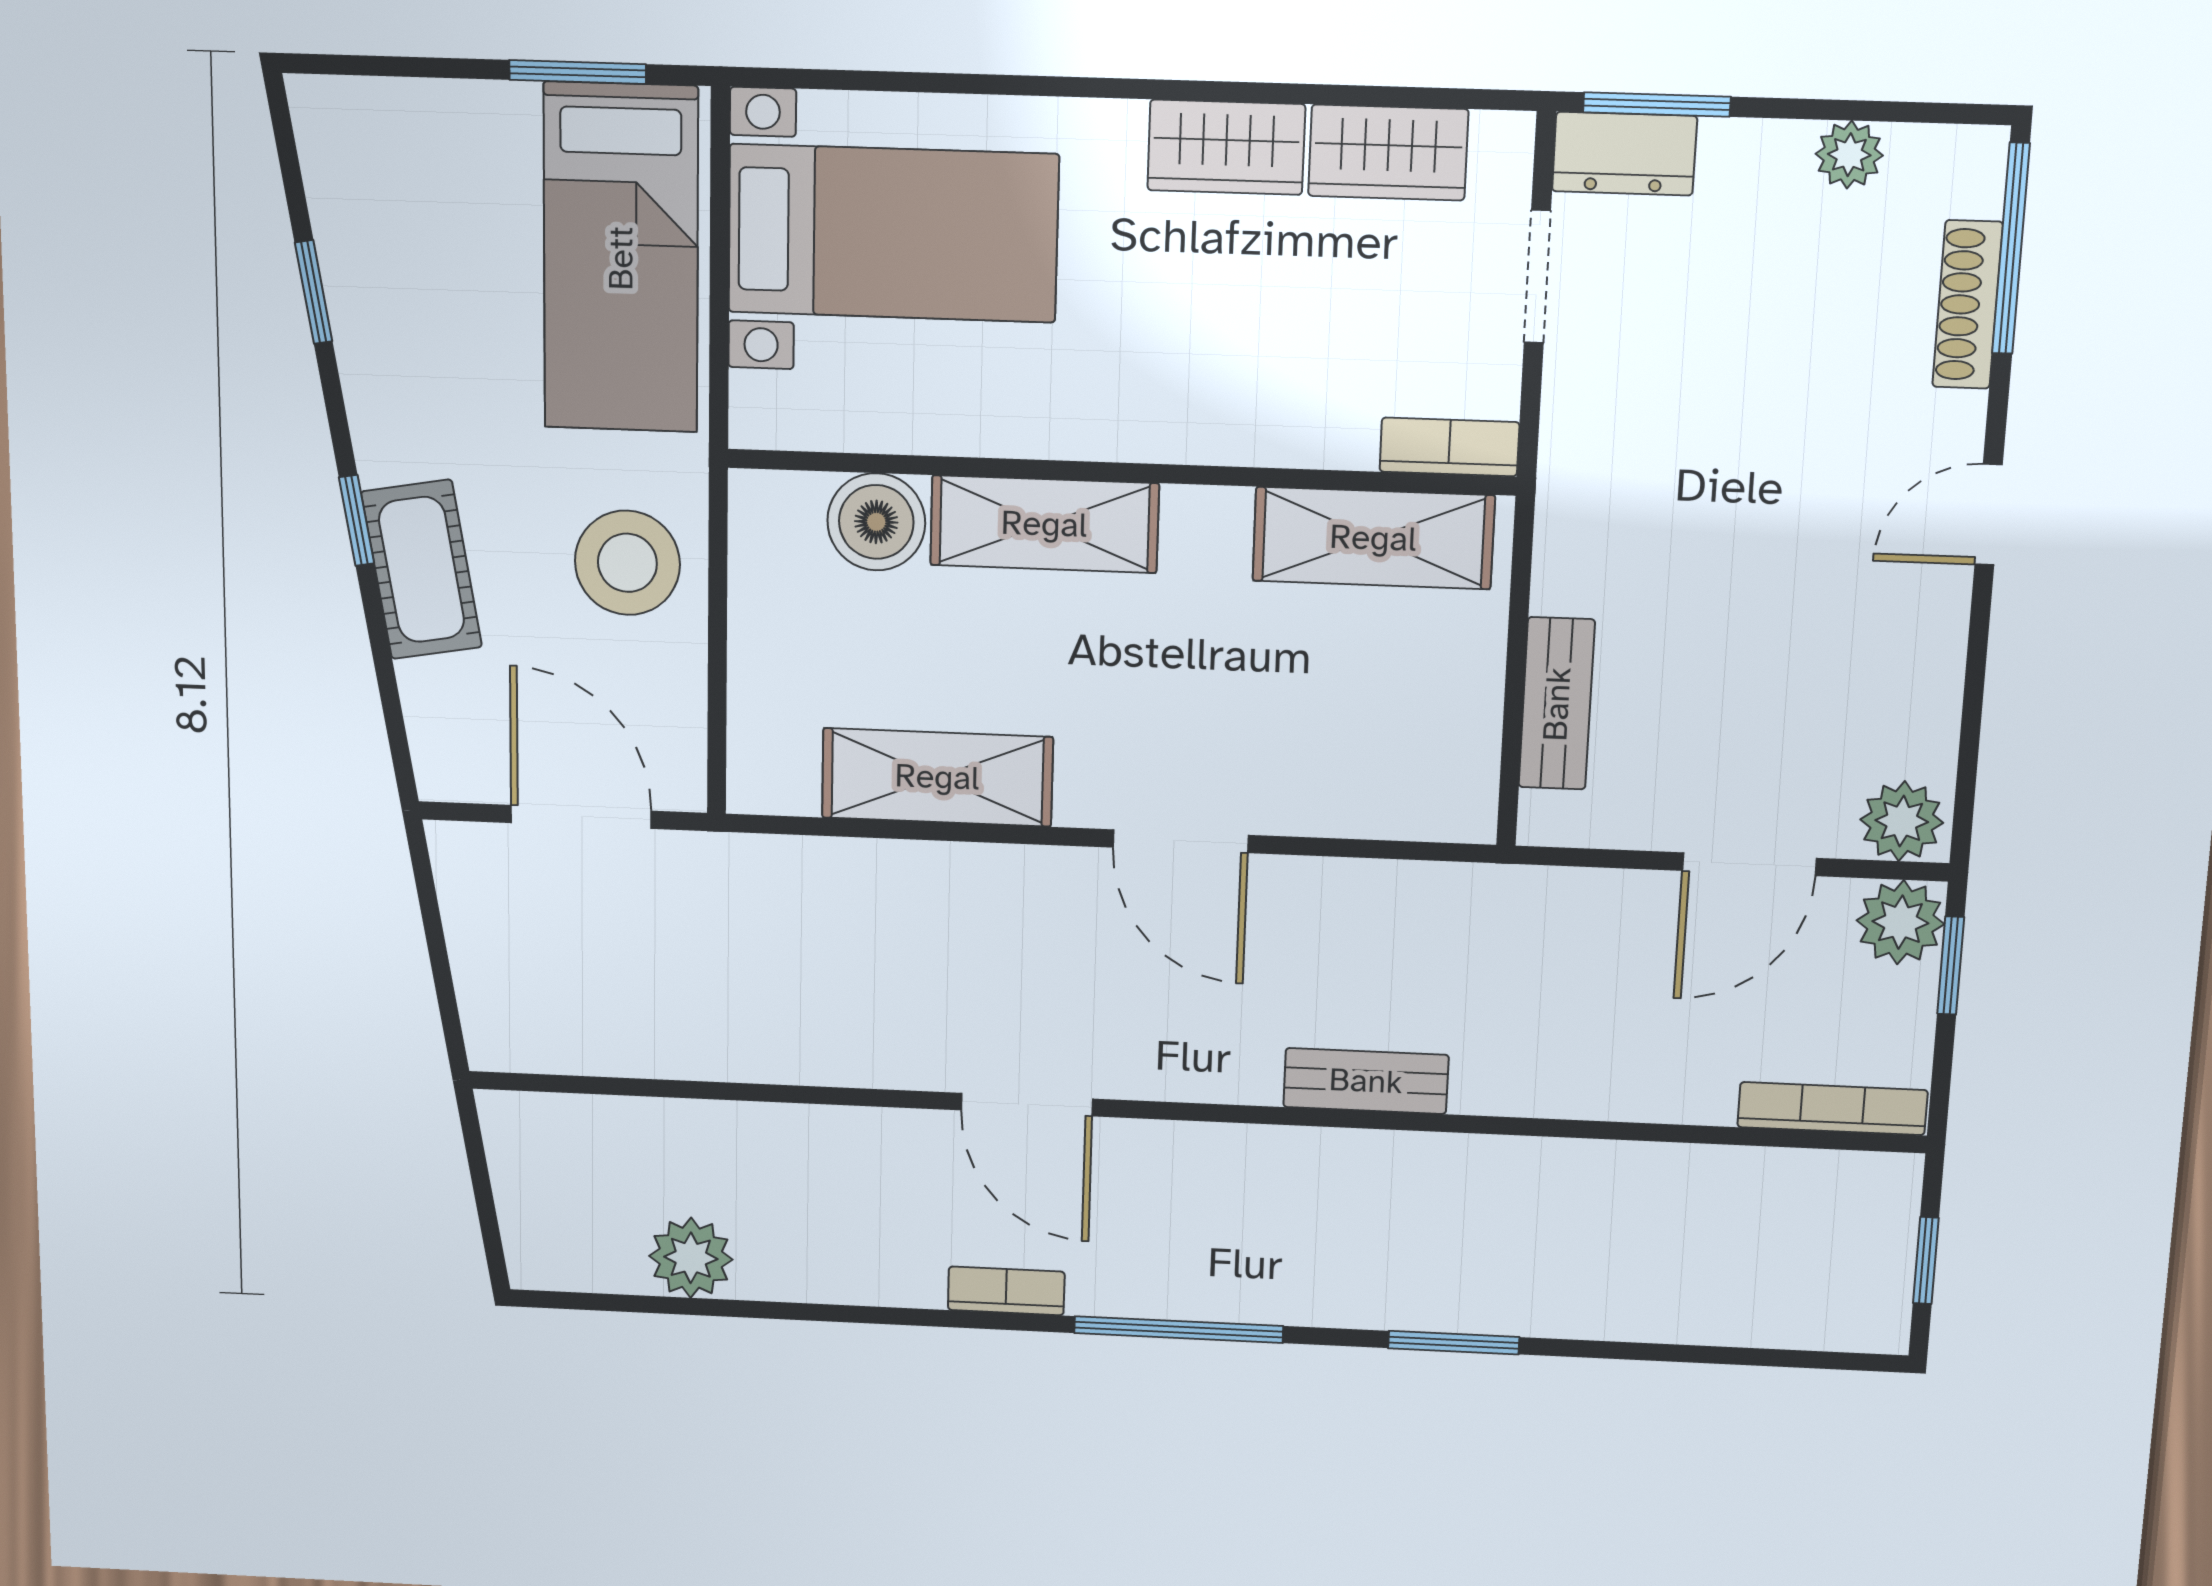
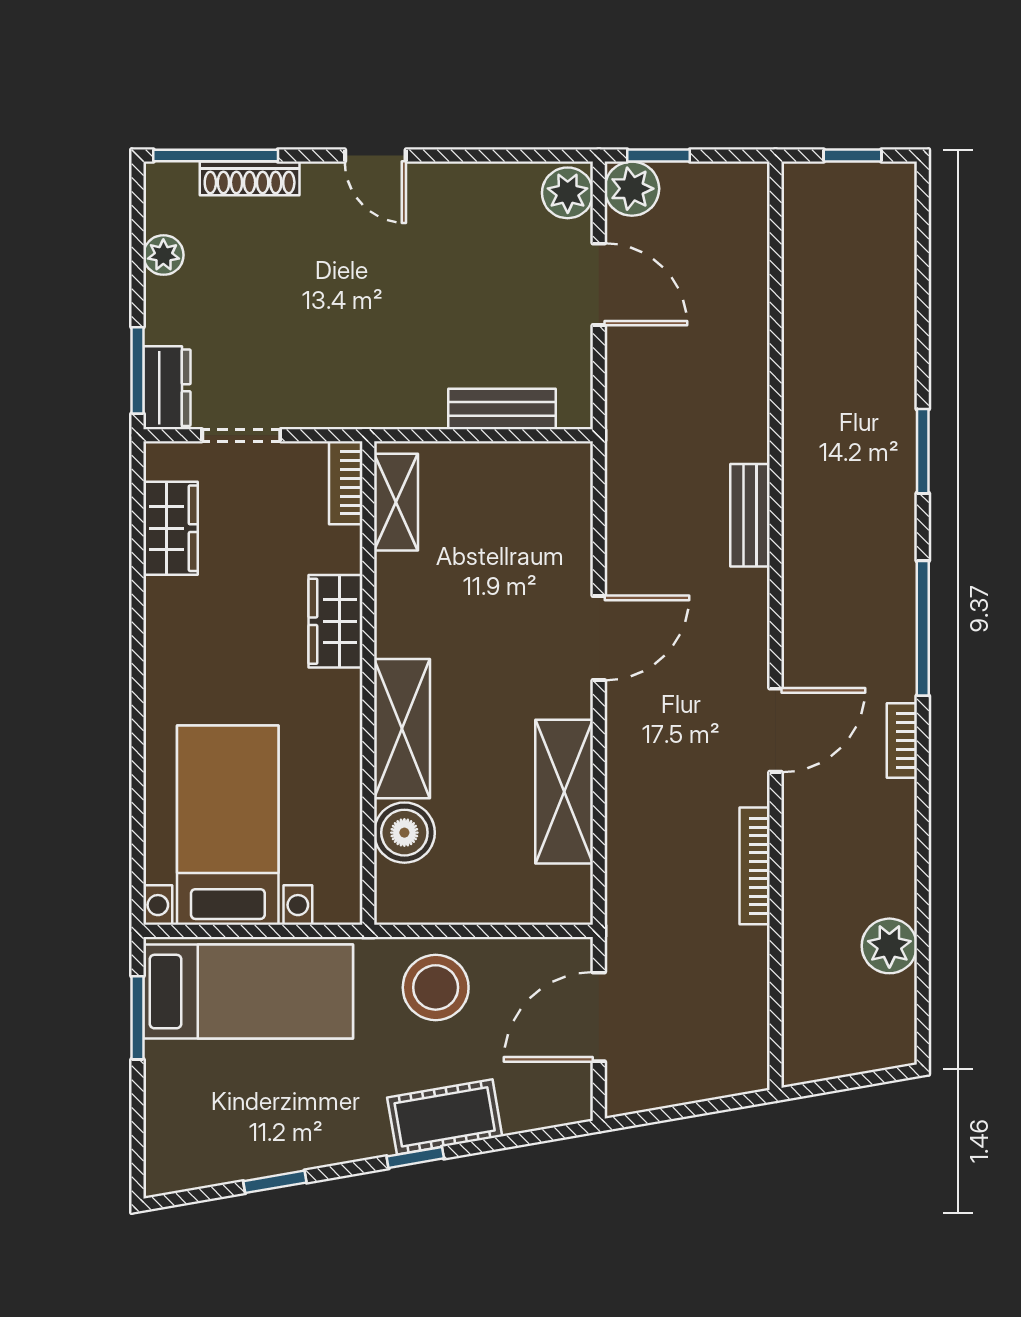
wardrobe: (1226, 147) -> (335, 621), moved, turned 180
shelving: (1373, 538) -> (396, 502), width x0.67, depth x0.75
bookcase: (1832, 1109) -> (755, 866), moved

